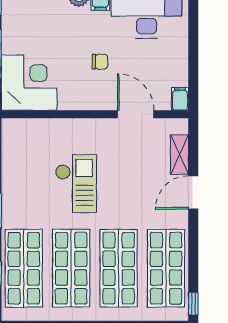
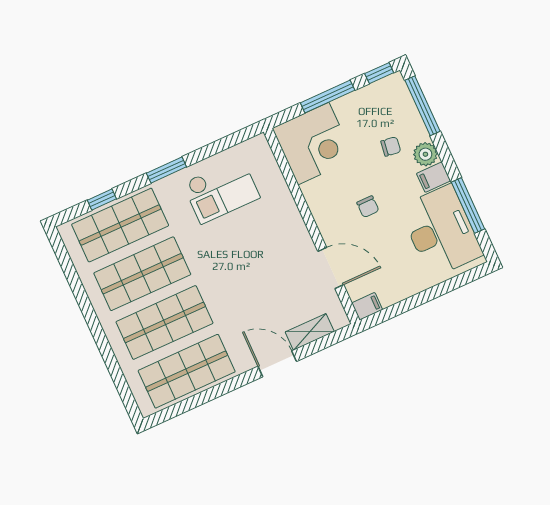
chair: (60, 21) -> (391, 146), added
door: (136, 114) -> (331, 268), hinge flipped
checkout: (76, 184) -> (221, 190), moved
window: (193, 304) -> (163, 416), removed

